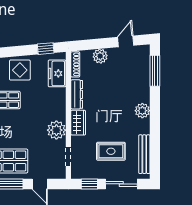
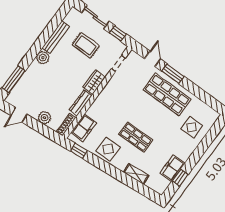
plant: (56, 130) -> (113, 88), removed
bench: (144, 154) -> (56, 37), moved

